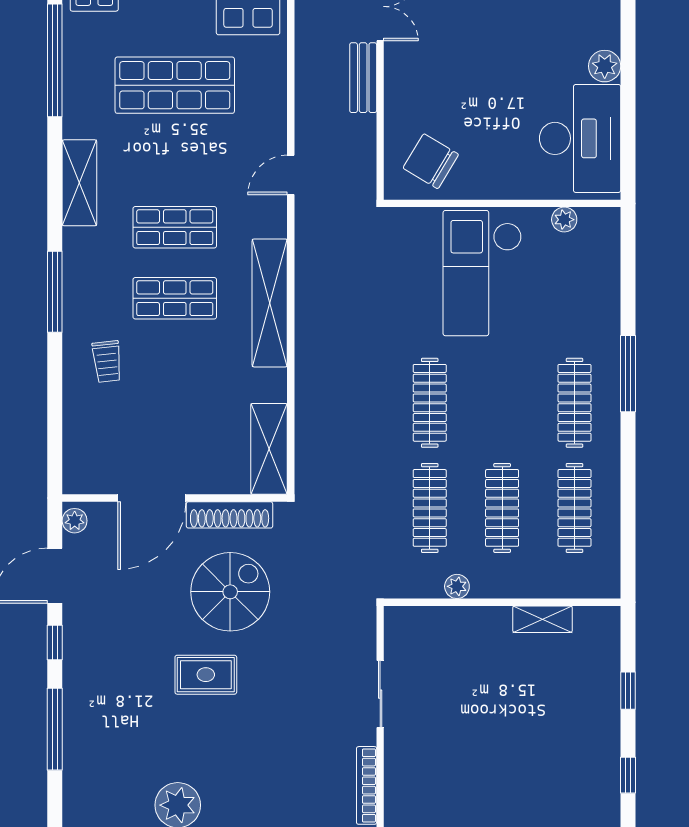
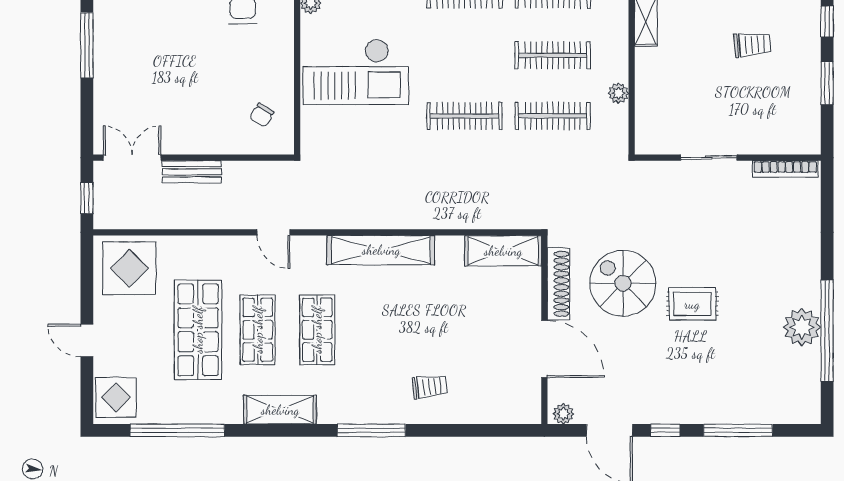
chair: (431, 161) -> (262, 115), width x0.54, depth x0.54
shop shelf: (175, 298) -> (258, 330), moved
rug: (206, 675) -> (692, 304), turned 90
trolley: (515, 746) -> (752, 45), added

